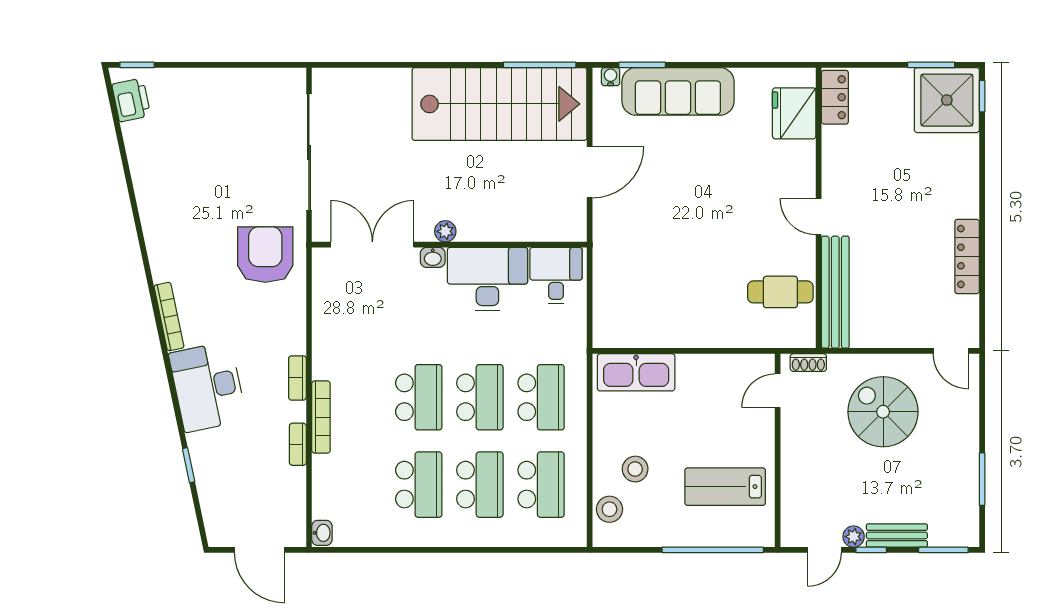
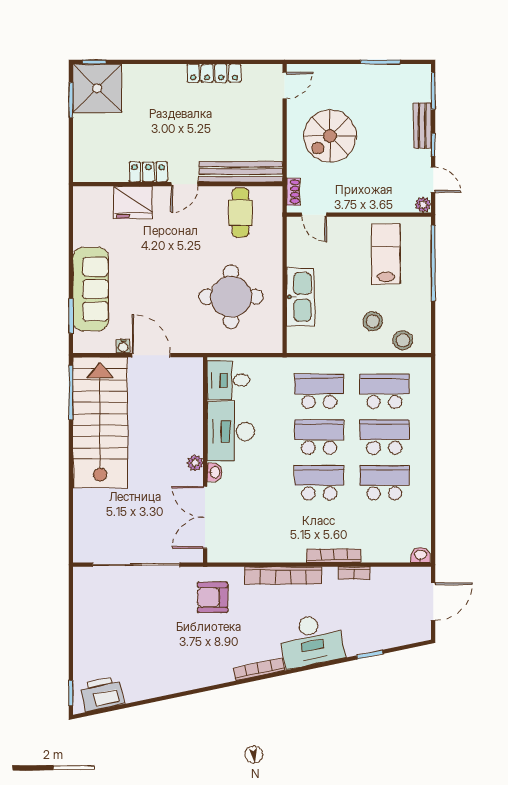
water cooler: (611, 77) -> (123, 346), moved, turned -90
locker: (835, 97) -> (148, 172), moved
printer: (131, 100) -> (102, 694), width x1.37, depth x1.19
fridge: (794, 113) -> (133, 202), moved
armchair: (265, 255) -> (213, 597), width x0.73, depth x0.73
round table: (668, 279) -> (231, 297), added
kitchen sink: (636, 372) -> (301, 297), moved
bookcase: (297, 378) -> (283, 575), width x2.31, depth x1.31
lab bench: (725, 487) -> (386, 254), turned 180
plant: (854, 537) -> (423, 205), moved

